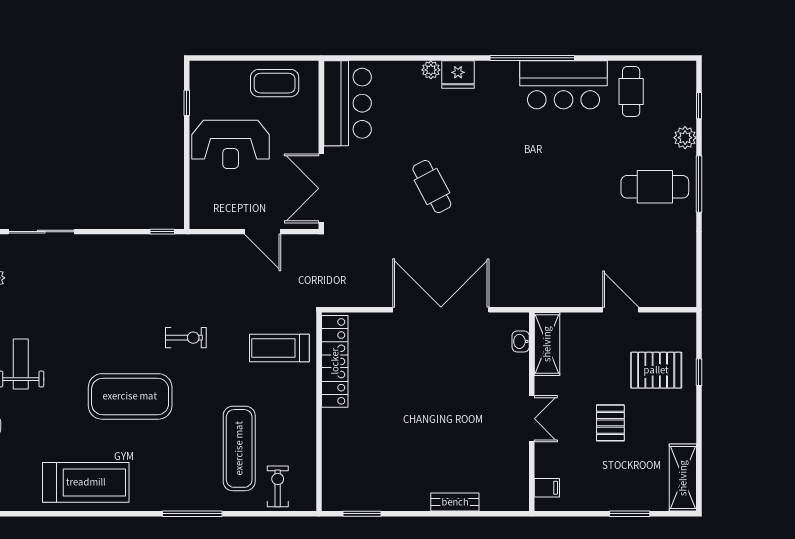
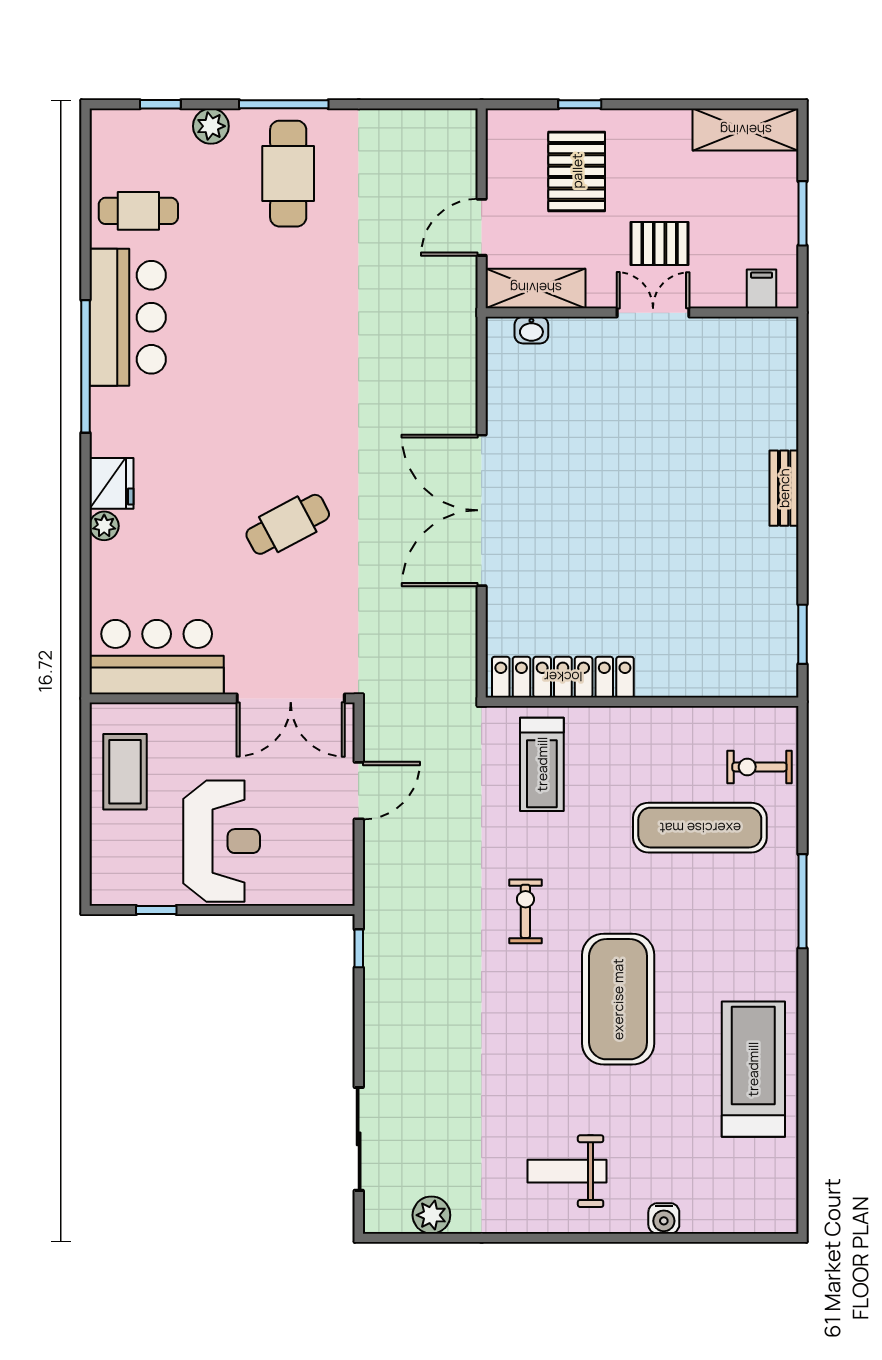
washbasin: (521, 341) -> (531, 330), moved
shelving: (547, 344) -> (536, 288), moved
wall: (532, 412) -> (642, 313), moved
double door: (532, 419) -> (653, 313), moved
filing cabinet: (547, 488) -> (762, 289), moved

